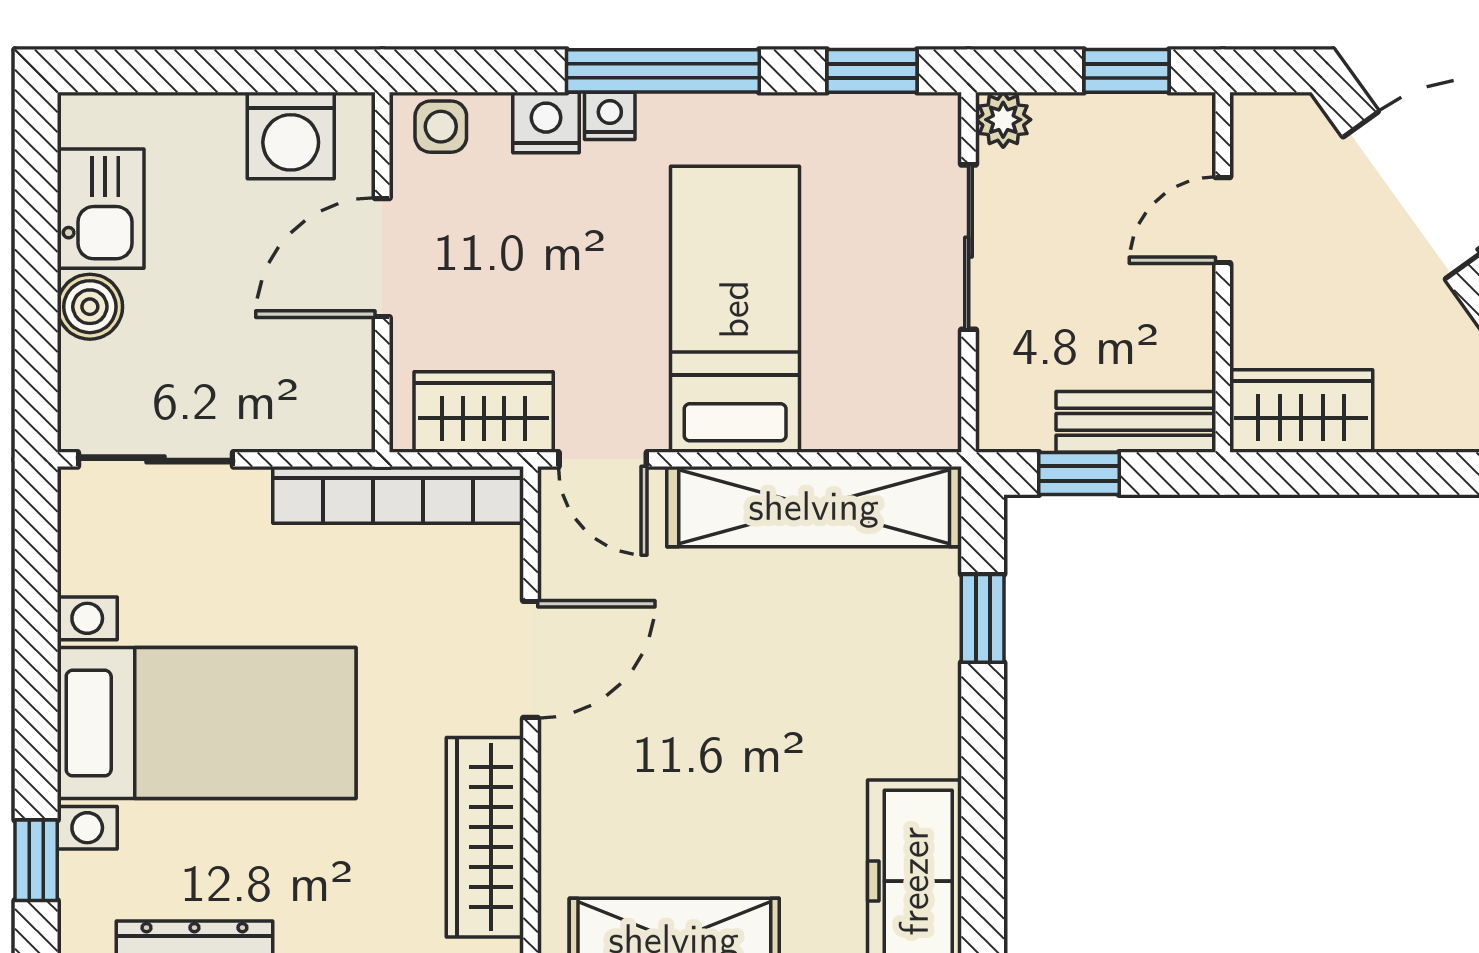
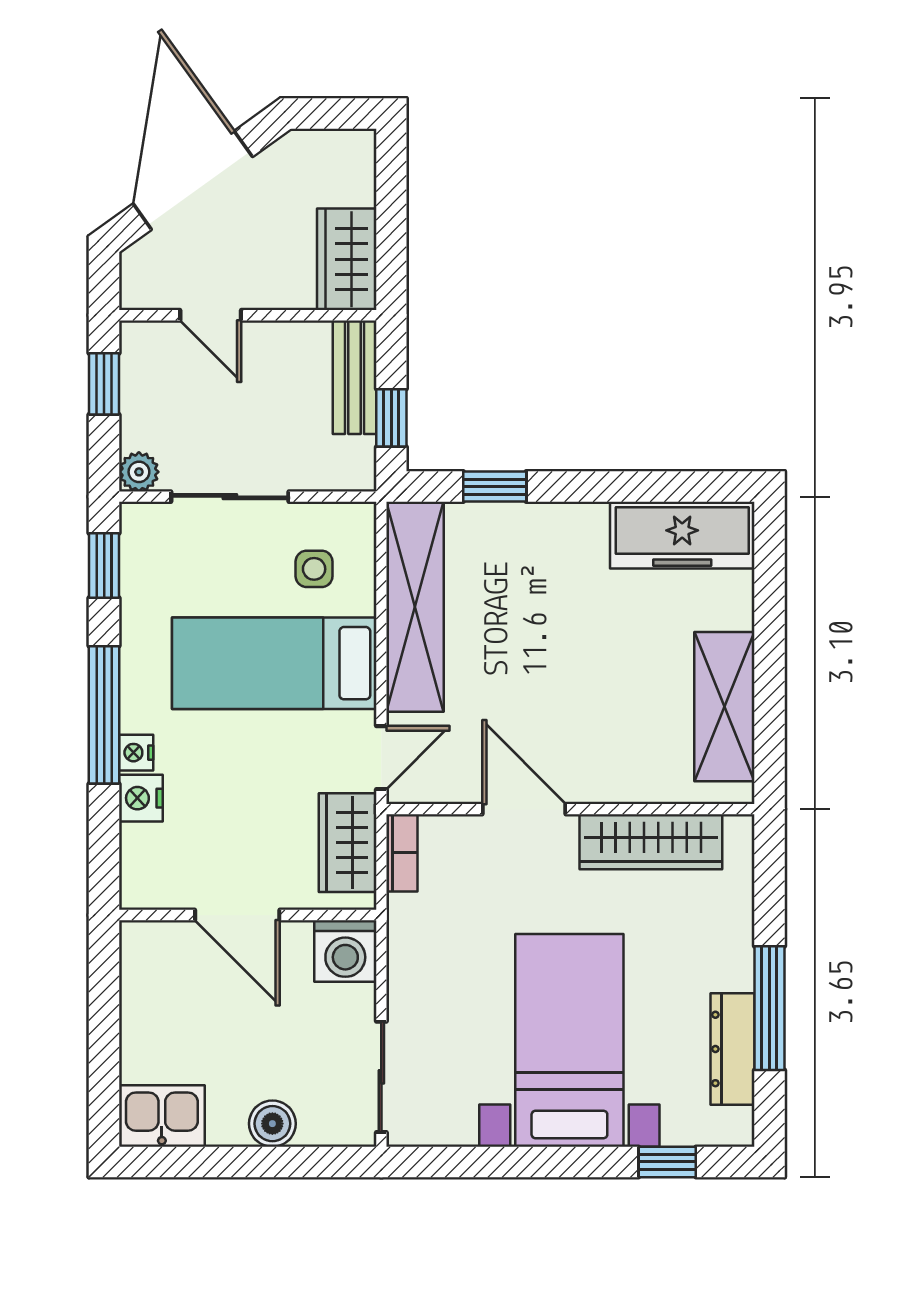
side table: (441, 127) -> (314, 569), moved
washing machine: (291, 135) -> (345, 951), moved, turned 90
kitchen sink: (101, 209) -> (162, 1116), moved
bookcase: (398, 495) -> (402, 853), width x0.43, depth x0.76

